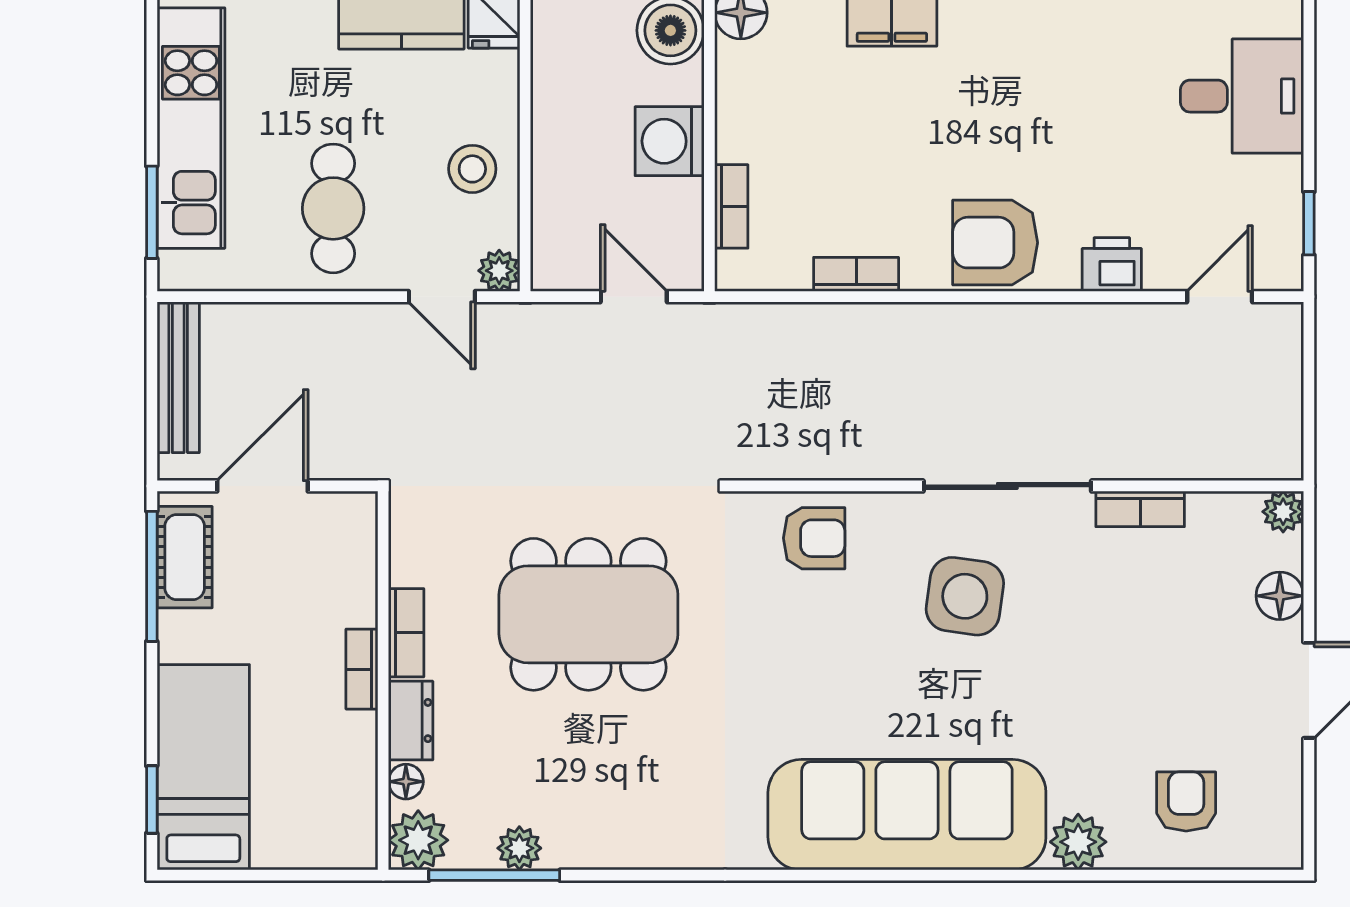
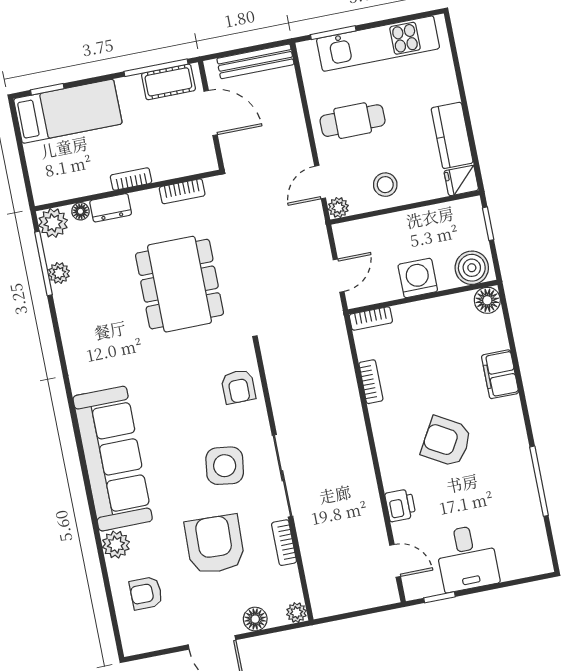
desk: (1242, 96) -> (467, 558), moved
bookcase: (731, 206) -> (371, 318), moved
armchair: (995, 243) -> (446, 441), moved, turned -60
bookcase: (406, 633) -> (182, 191), moved
armchair: (1116, 646) -> (215, 544), added
armchair: (1186, 801) -> (146, 593), turned 180

